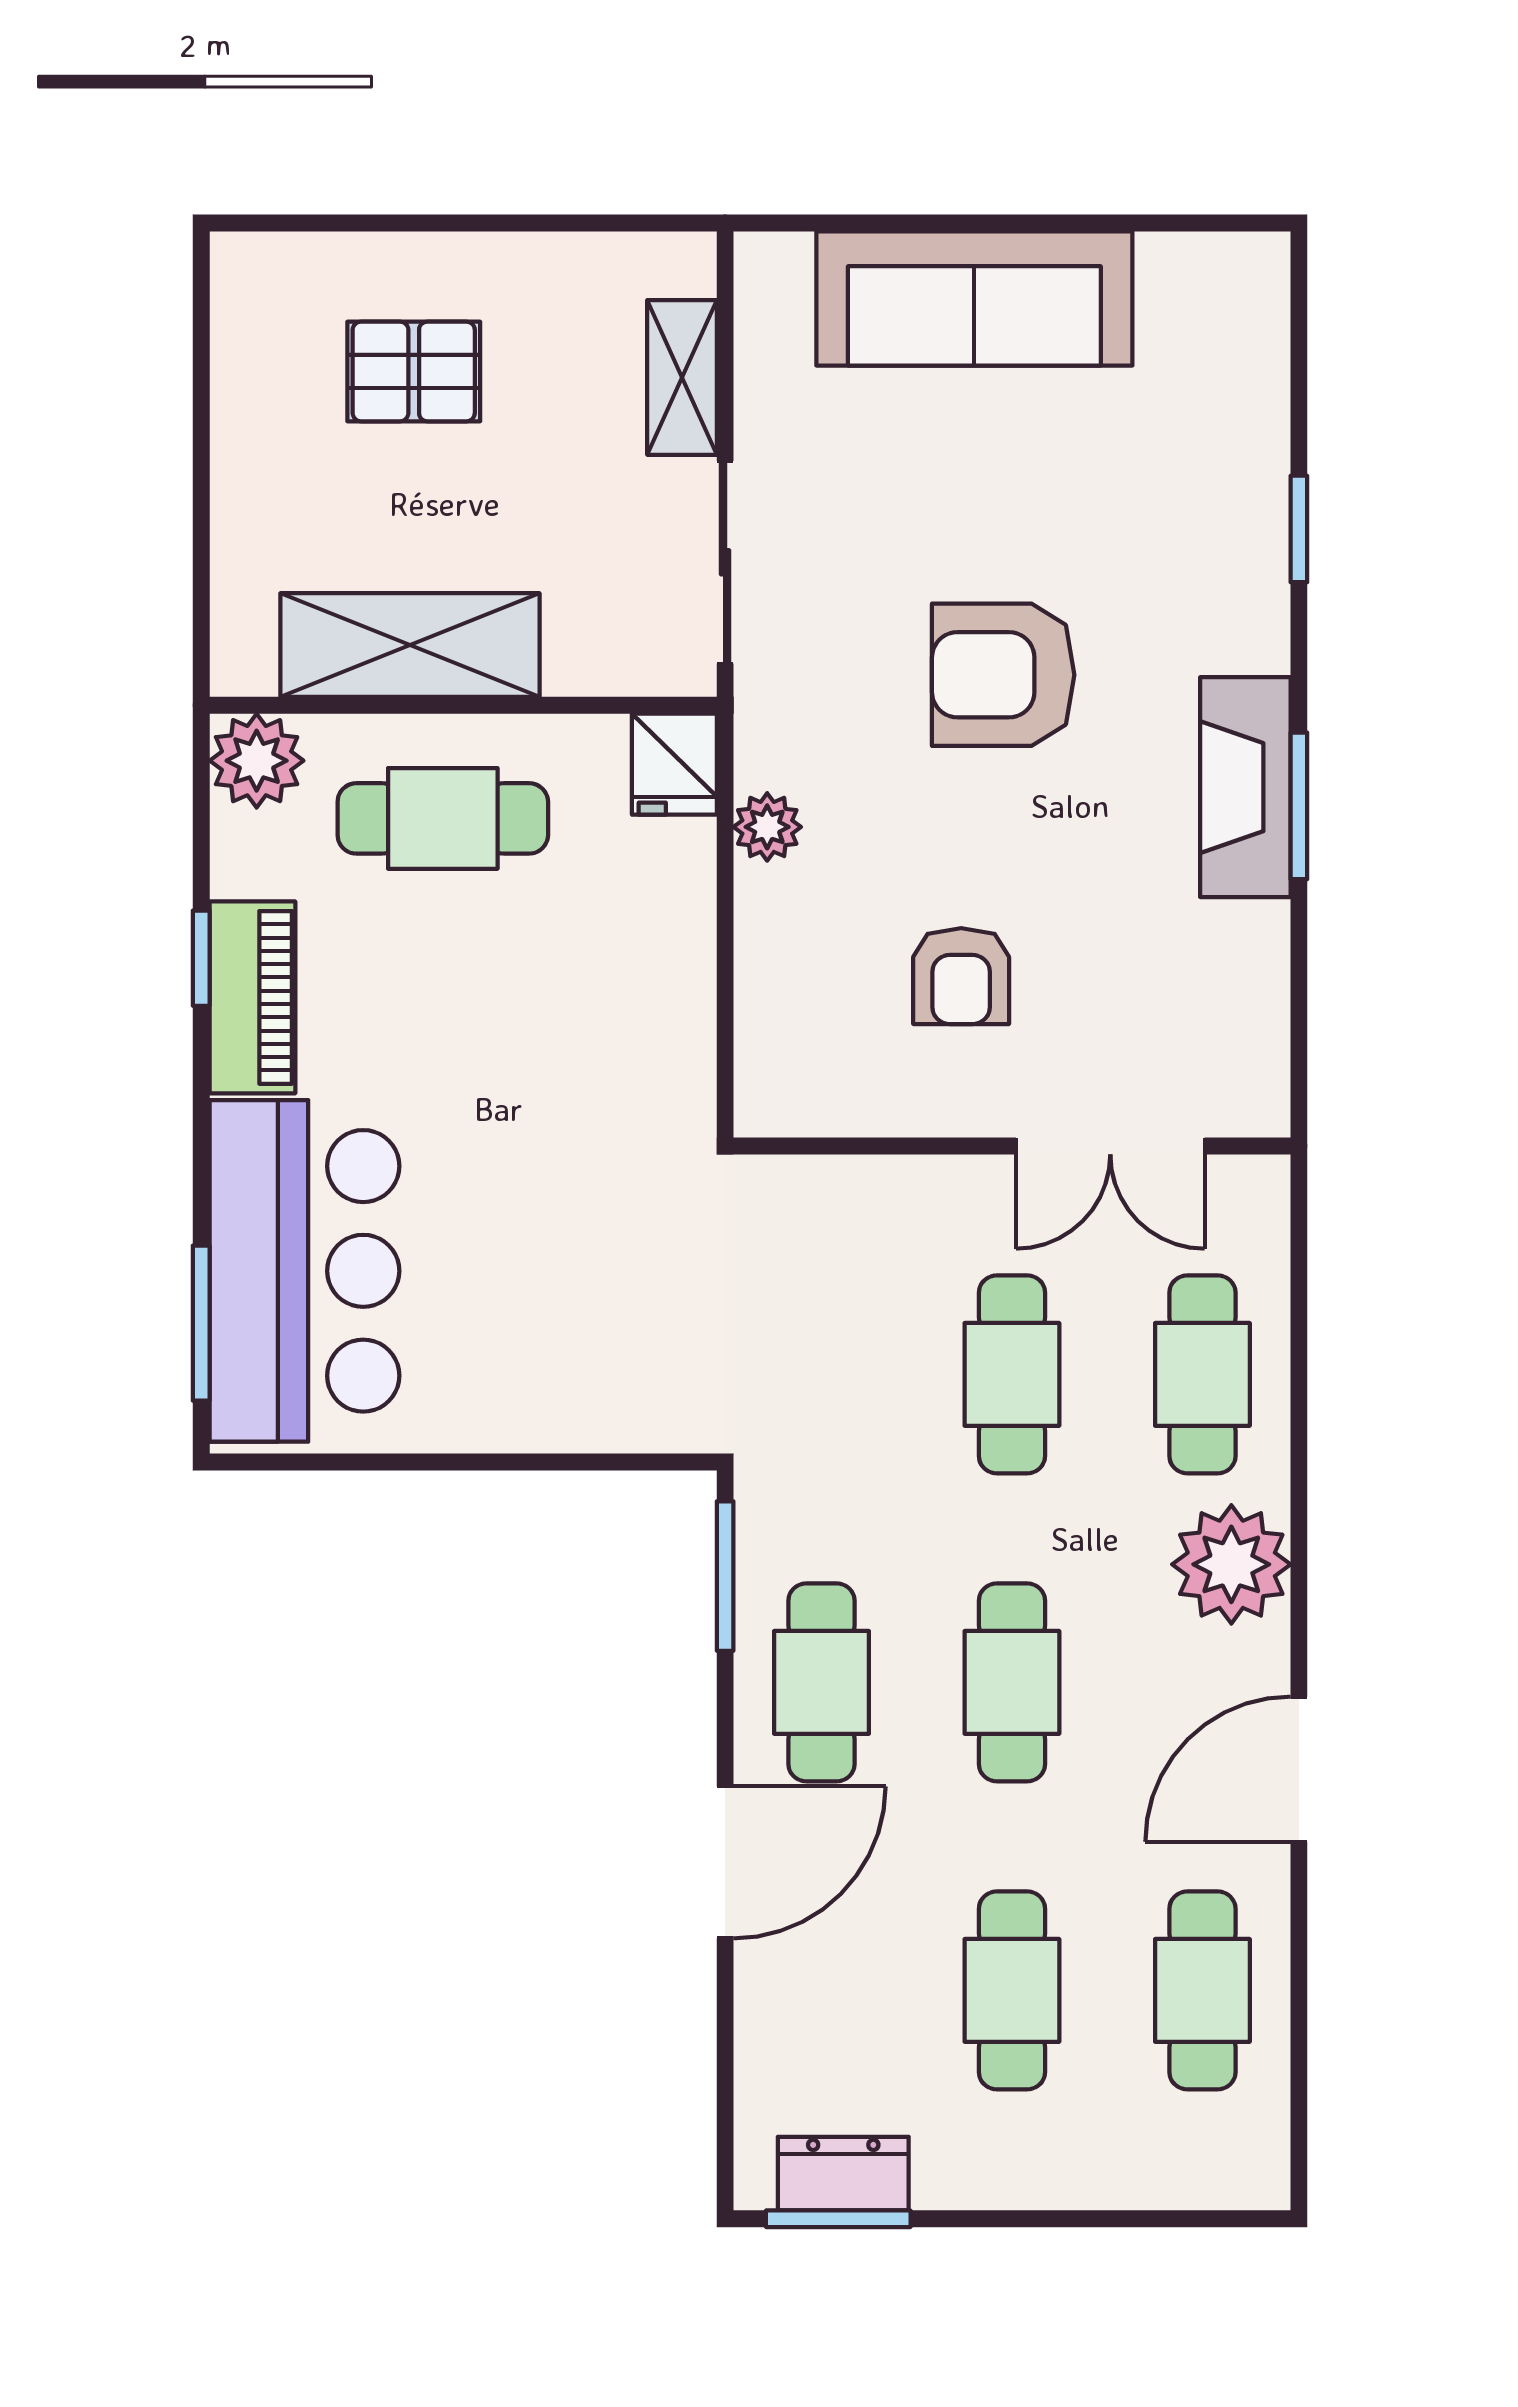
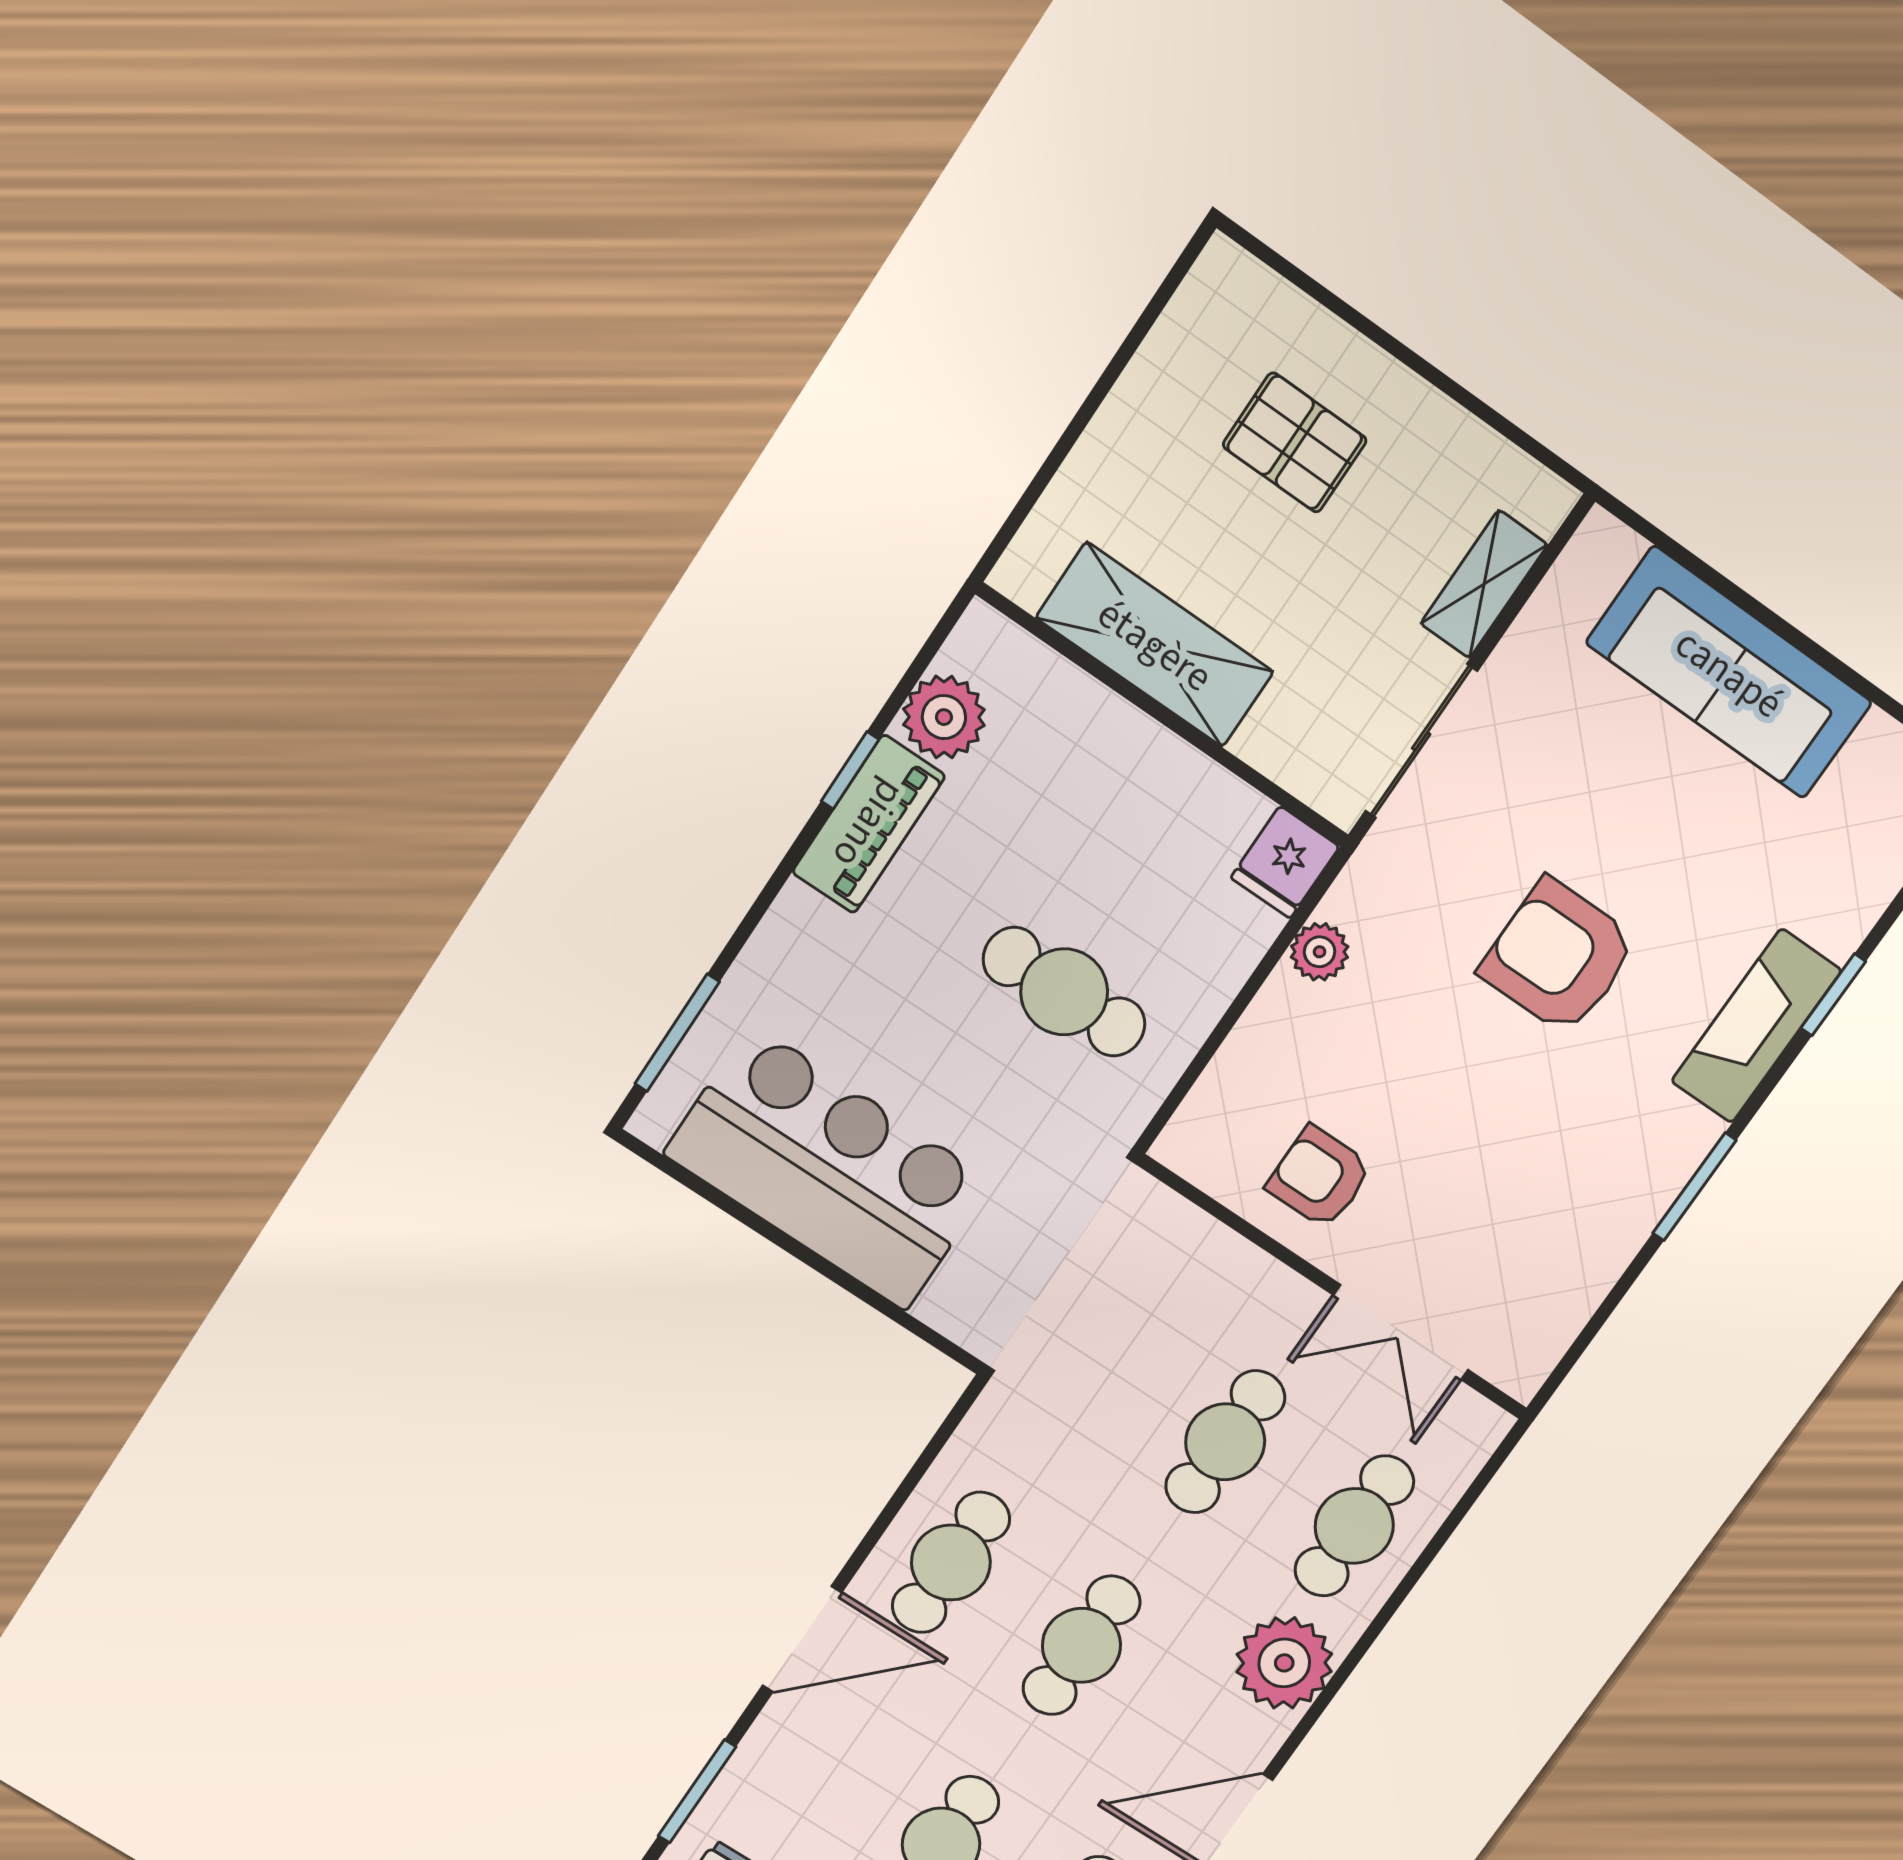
plant: (257, 761) -> (944, 717), moved
fireplace: (1245, 787) -> (1756, 1026), moved
cafe table: (443, 818) -> (1064, 992), moved
armchair: (961, 976) -> (1319, 1177), moved, turned 90
bar counter: (304, 1271) -> (829, 1168), moved, turned -90
window: (725, 1576) -> (697, 1791), moved

